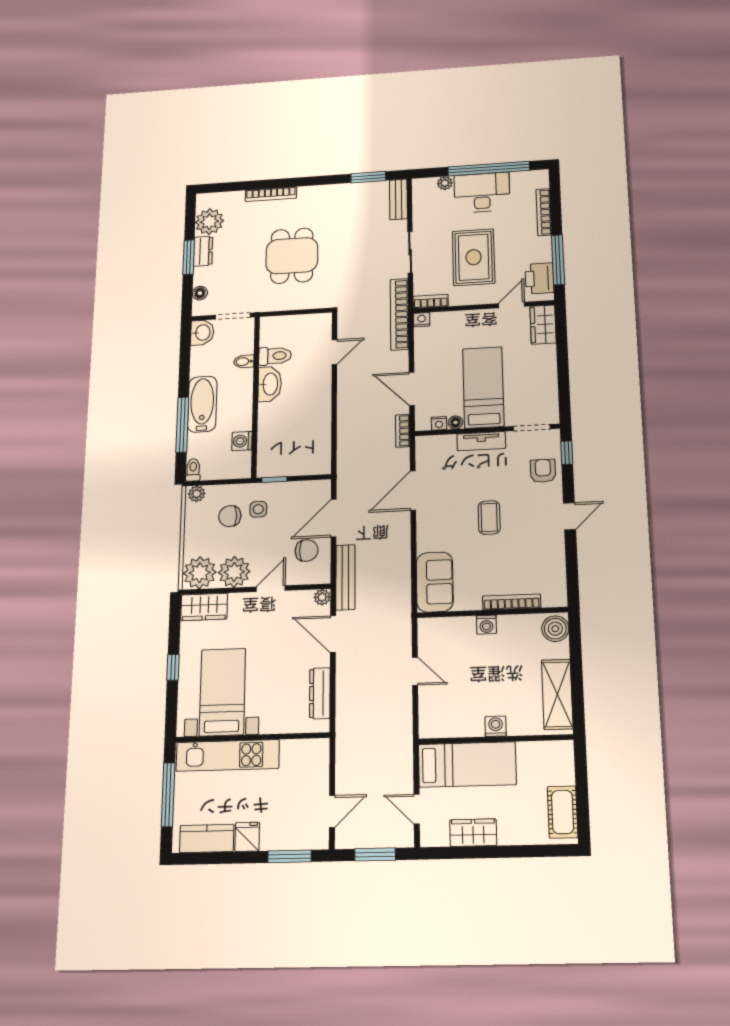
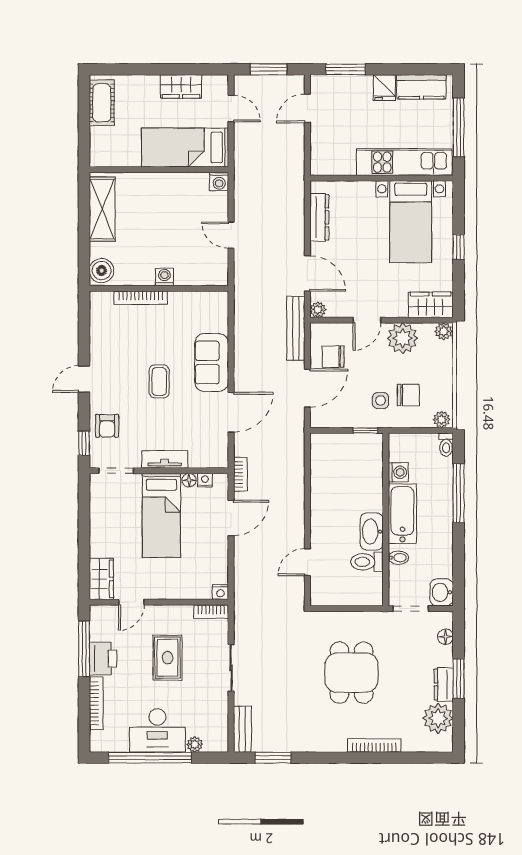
rug: (474, 257) -> (168, 658), width x0.73, depth x0.70
printer: (540, 278) -> (103, 659), moved
bookcase: (399, 314) -> (242, 600), removed
door: (412, 389) -> (231, 518), hinge flipped
bathtub: (202, 404) -> (402, 514), moved, turned 180
plant: (200, 573) -> (444, 331), width x0.53, depth x0.53
sofa: (435, 582) -> (212, 362), moved
washing machine: (496, 726) -> (219, 181), moved

